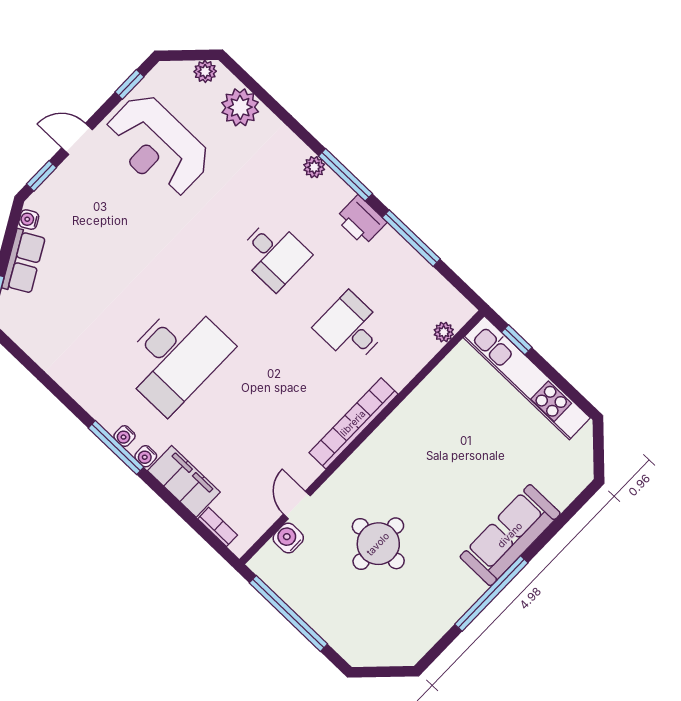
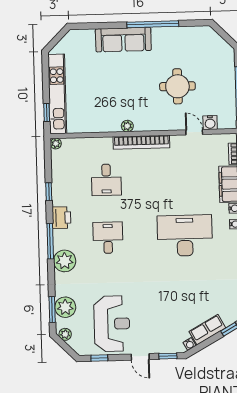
window: (254, 87) -> (52, 310), added
plant: (314, 167) -> (65, 261), width x1.88, depth x1.88
window: (411, 238) -> (49, 192), width x0.46
plant: (444, 332) -> (56, 144), moved
plant: (393, 426) -> (127, 126), added
door: (297, 505) -> (194, 132), swing flipped

